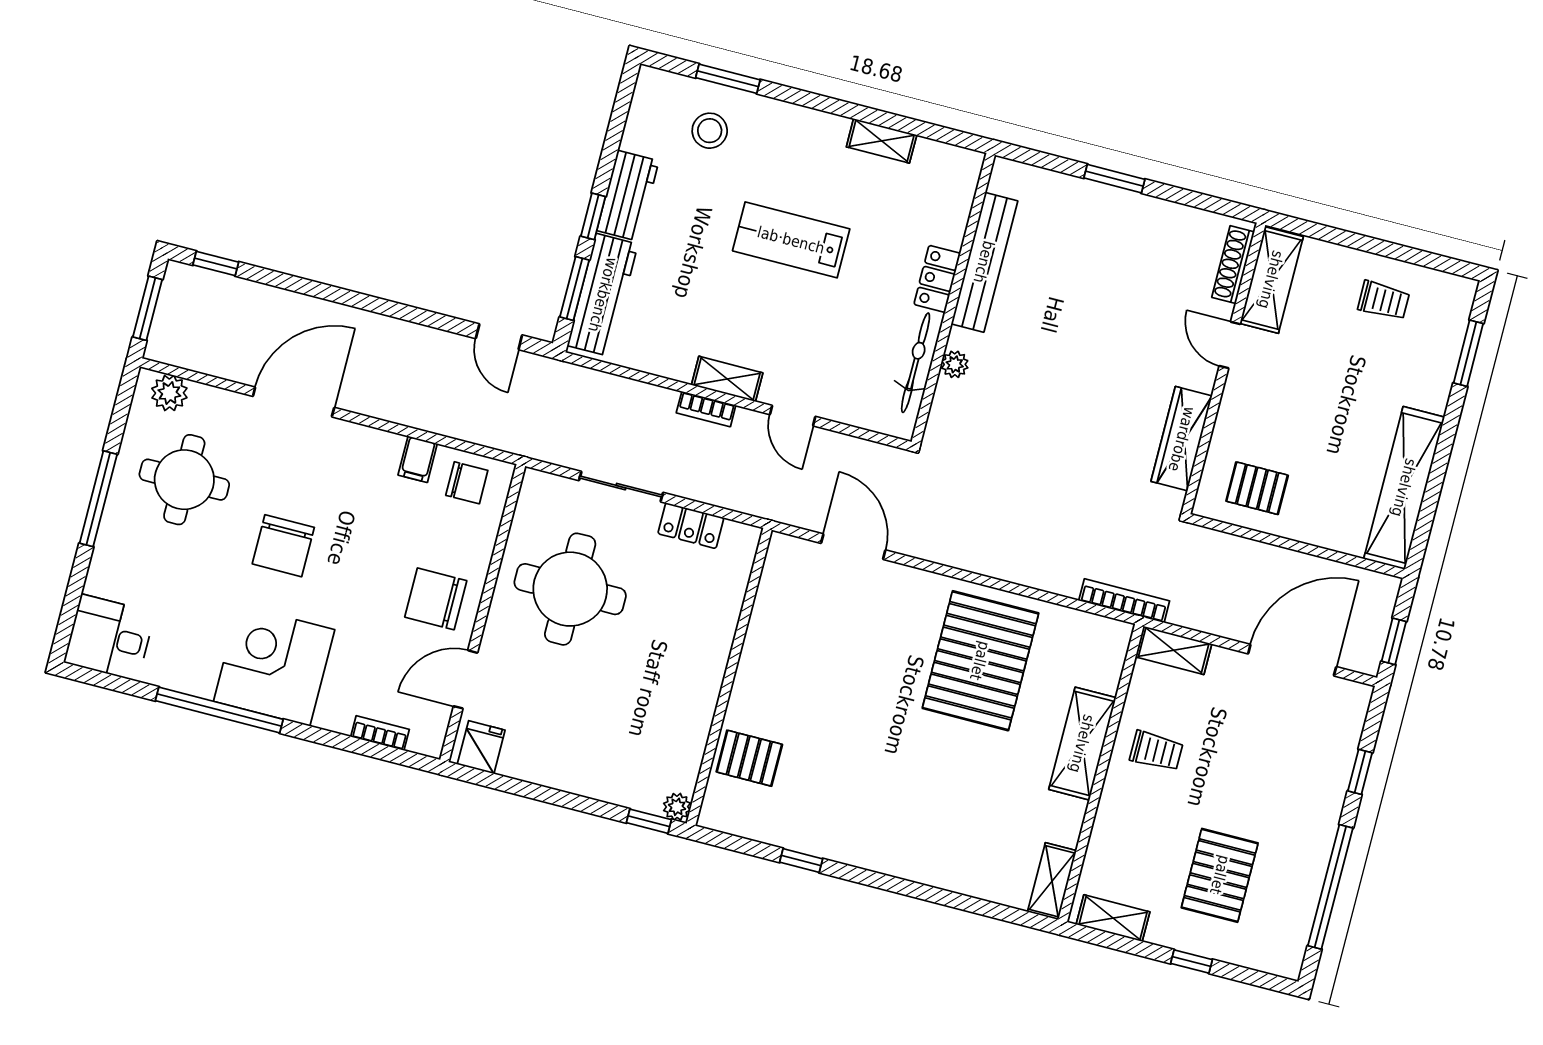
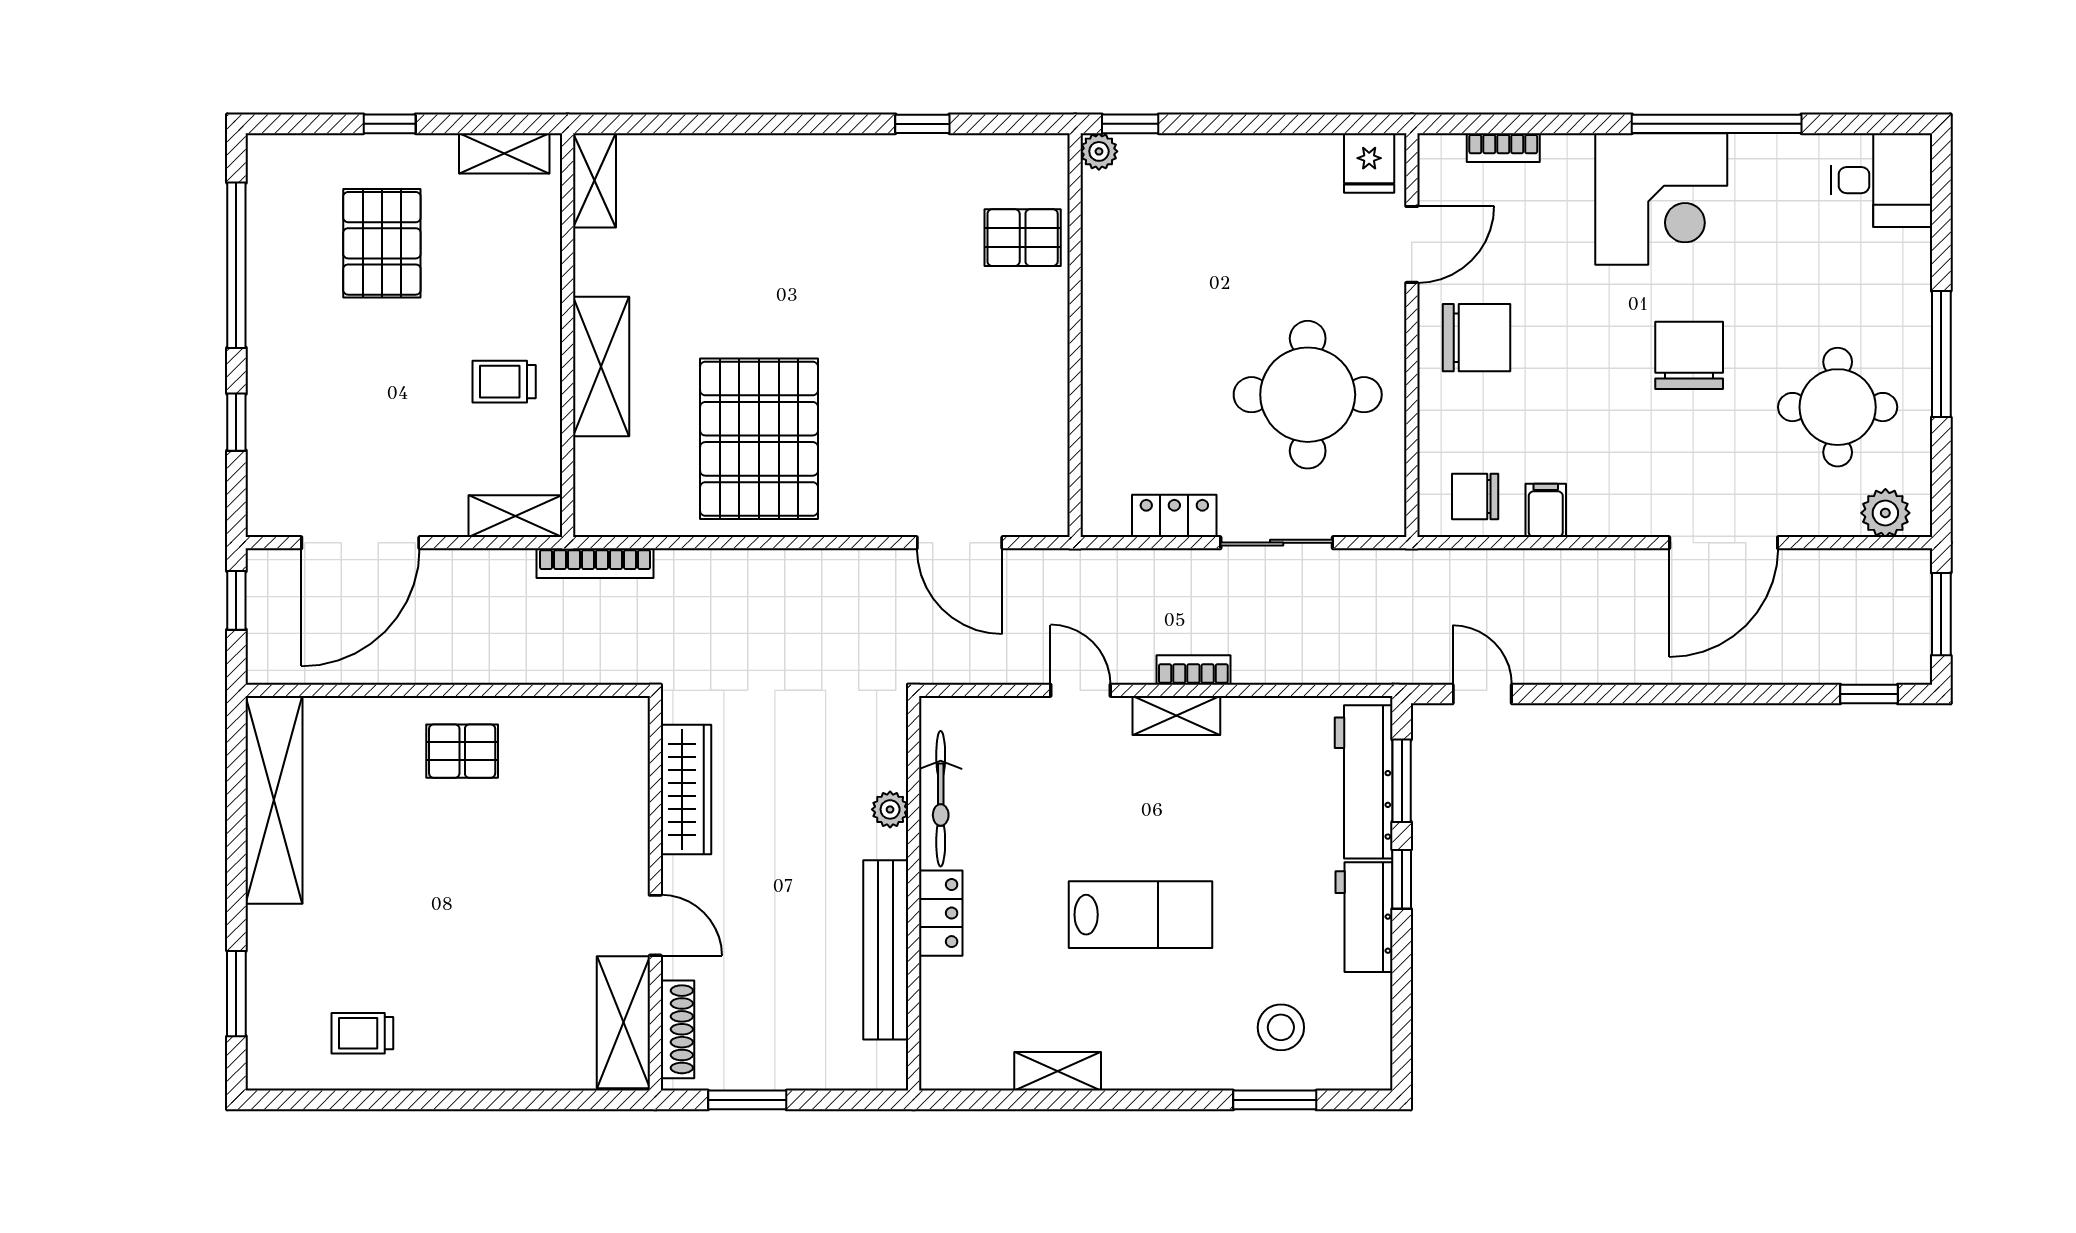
shoe rack: (1233, 265) -> (677, 1029), moved
shelving: (1271, 280) -> (623, 1022), moved
door: (1230, 345) -> (655, 925), moved
wall: (1224, 368) -> (655, 893), moved
wardrobe: (1182, 439) -> (686, 790), moved

